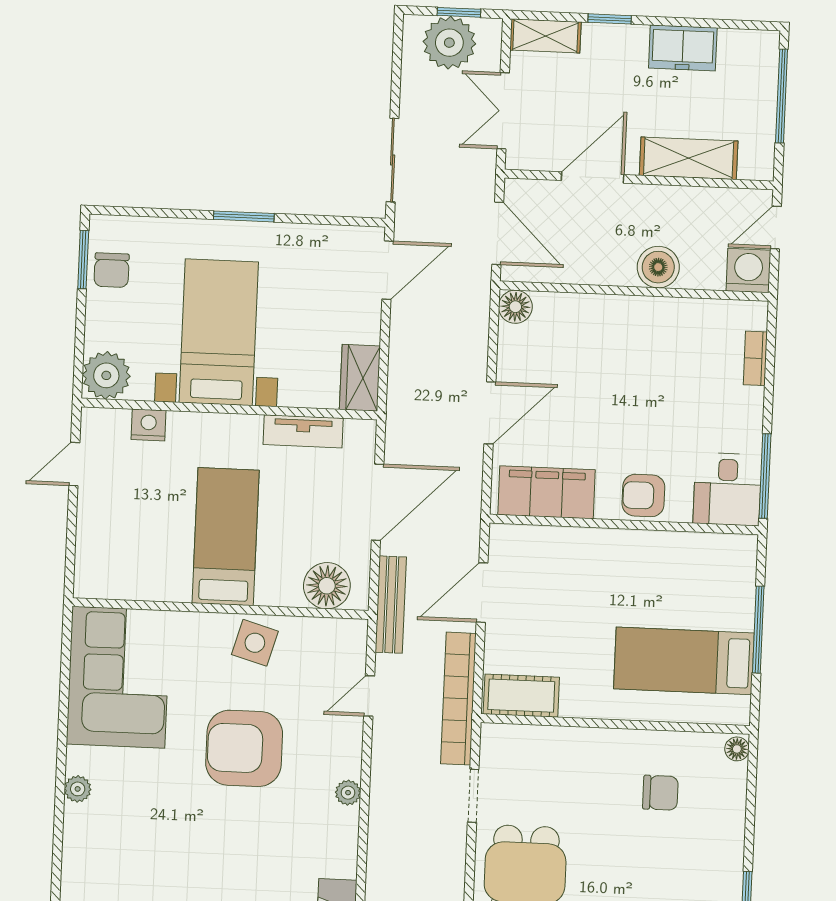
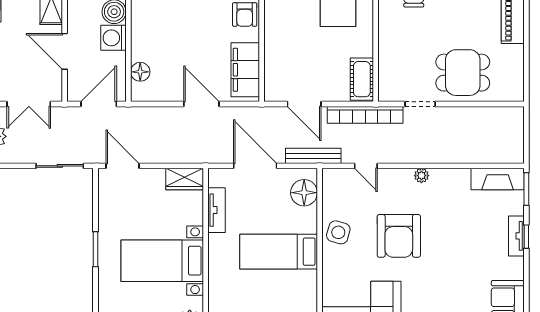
washing machine: (613, 264) -> (113, 38), added
floor lamp: (515, 307) -> (140, 72), moved
nightstand: (149, 425) -> (217, 298), removed

